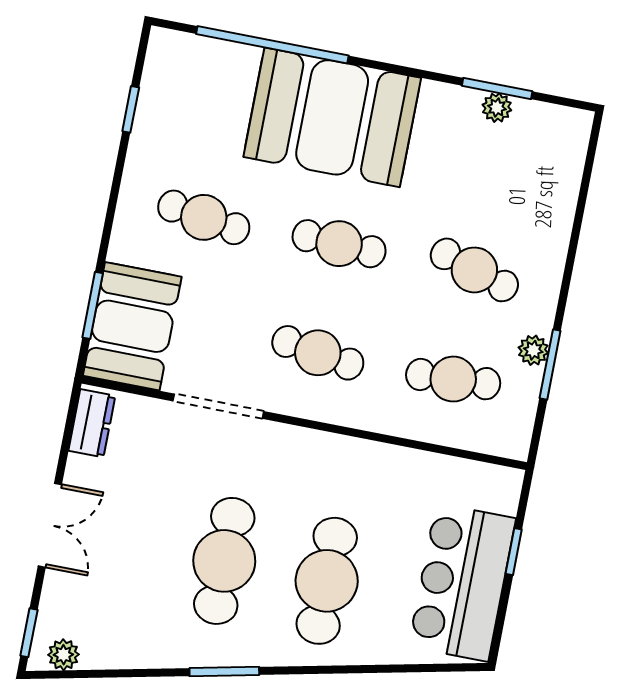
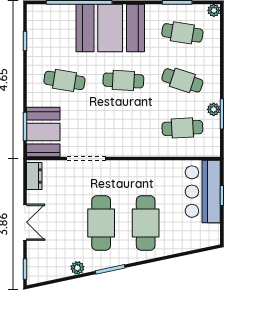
plant: (497, 108) -> (214, 10), moved
cafe table: (318, 353) -> (182, 33), moved
bar counter: (462, 582) -> (203, 192), moved
plant: (63, 655) -> (77, 268), moved

